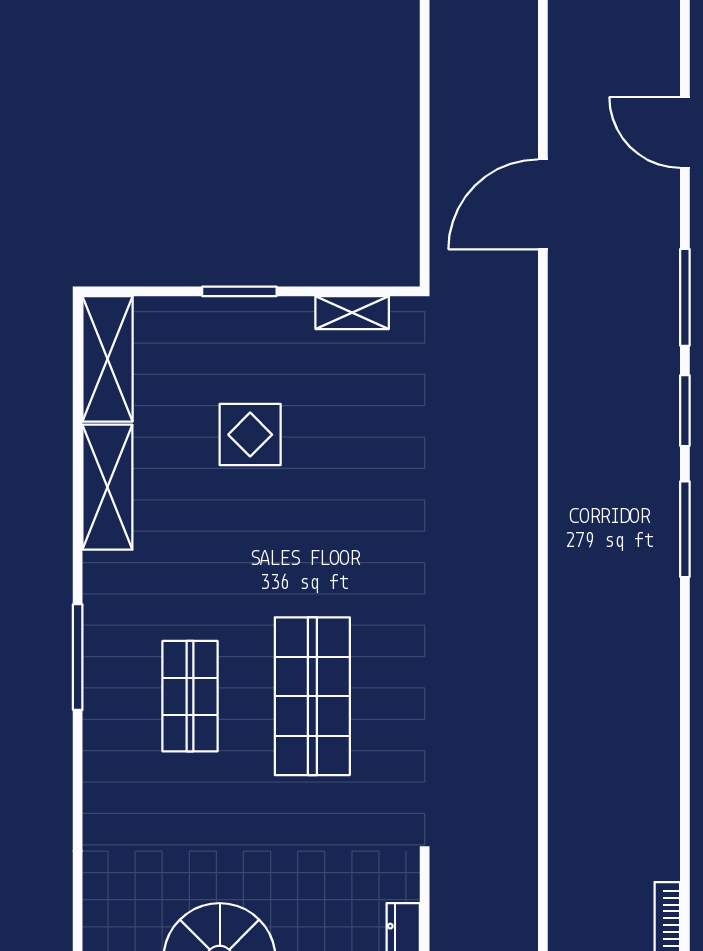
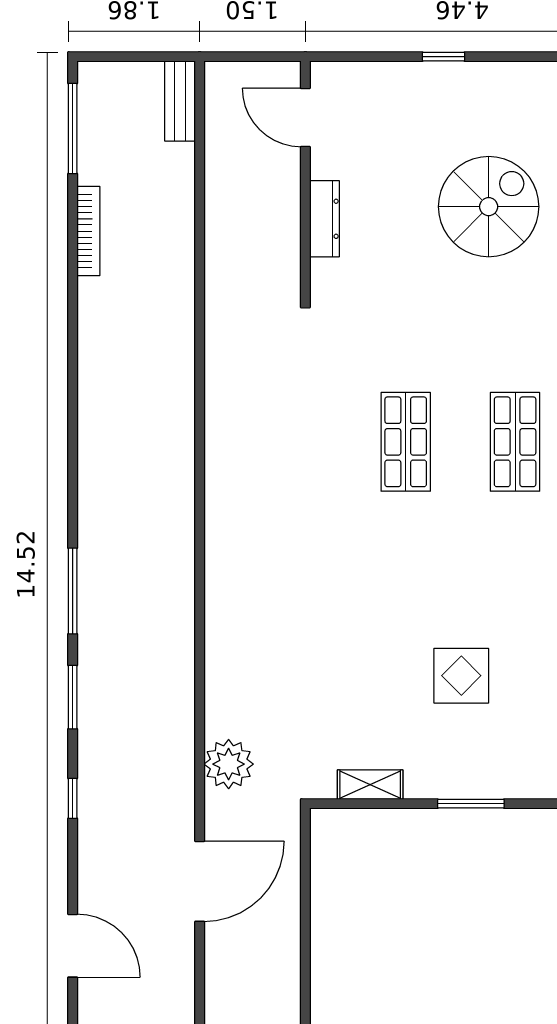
window: (685, 297) -> (73, 798), width x0.46
plant: (510, 336) -> (229, 764), added
shop shelf: (312, 696) -> (406, 442), width x0.70, depth x0.74

